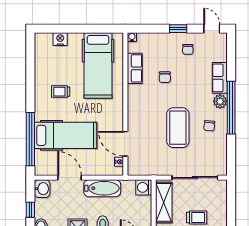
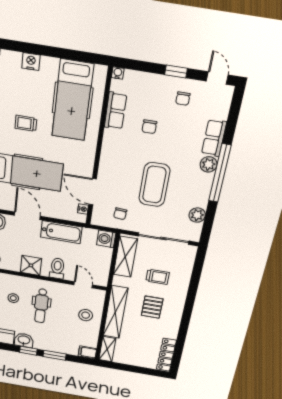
chair: (209, 126) -> (120, 214), moved
plant: (220, 149) -> (197, 215), added

